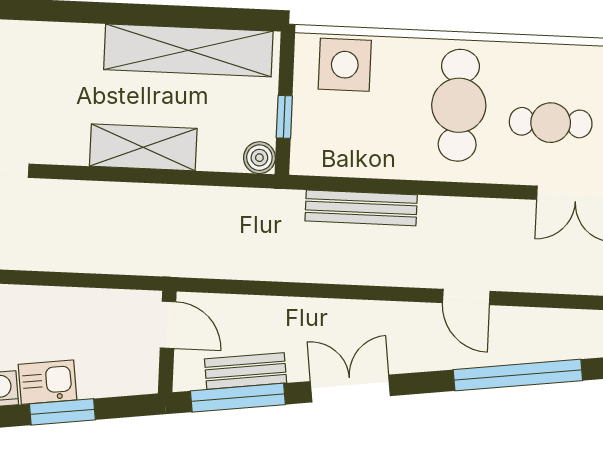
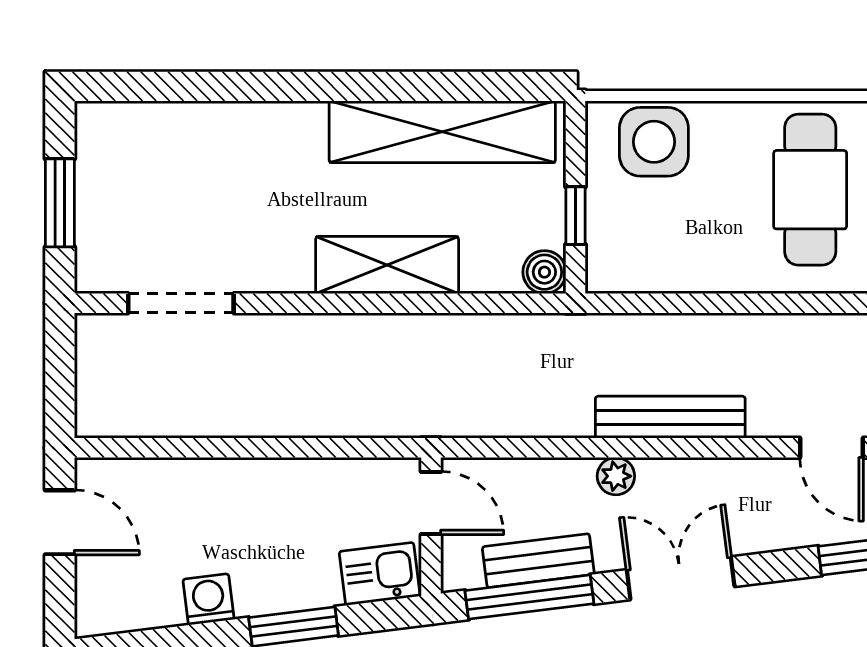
bench: (361, 208) -> (670, 417), moved
plant: (306, 311) -> (616, 476), added
kitchen sink: (48, 382) -> (380, 574), moved

